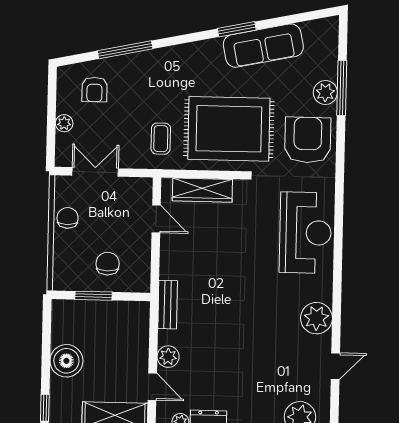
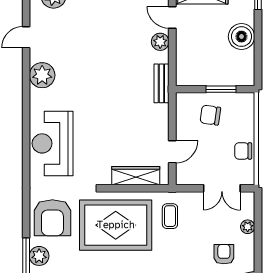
chair: (68, 218) -> (243, 151), turned 90
door: (156, 219) -> (172, 152), swing flipped
chair: (108, 264) -> (210, 115), turned 98

